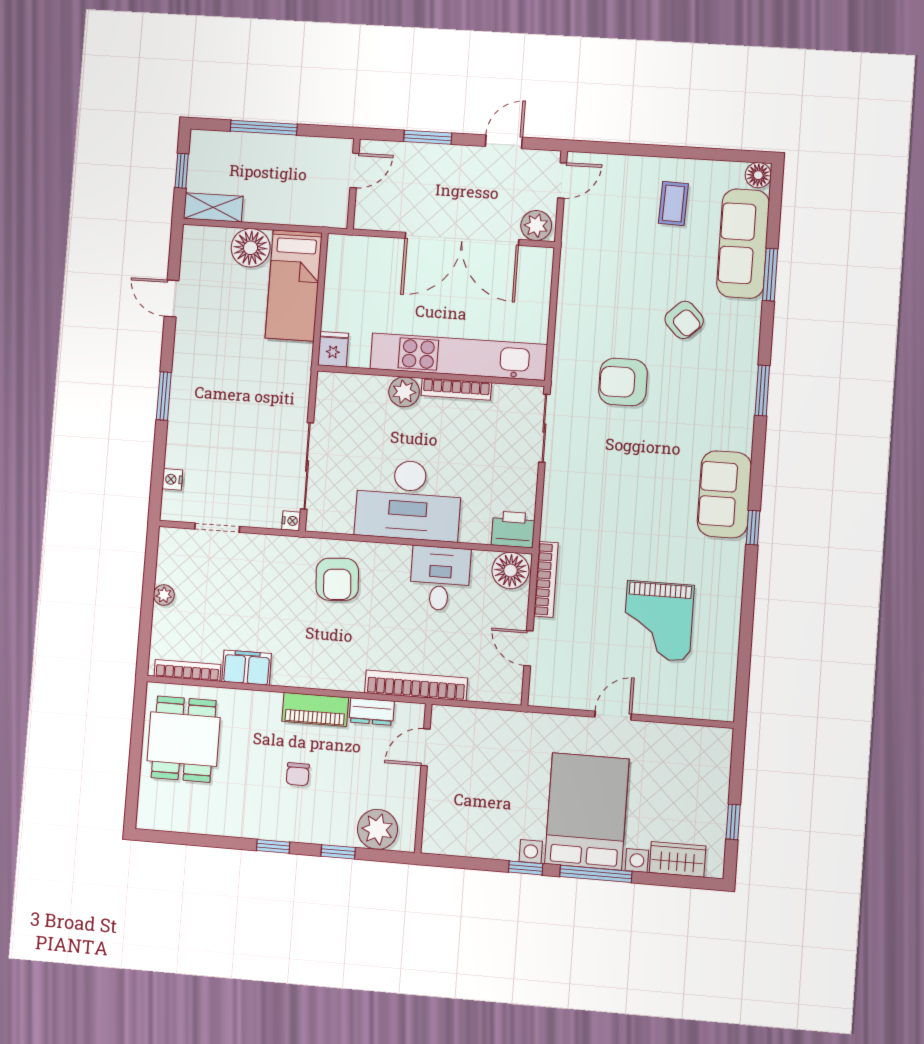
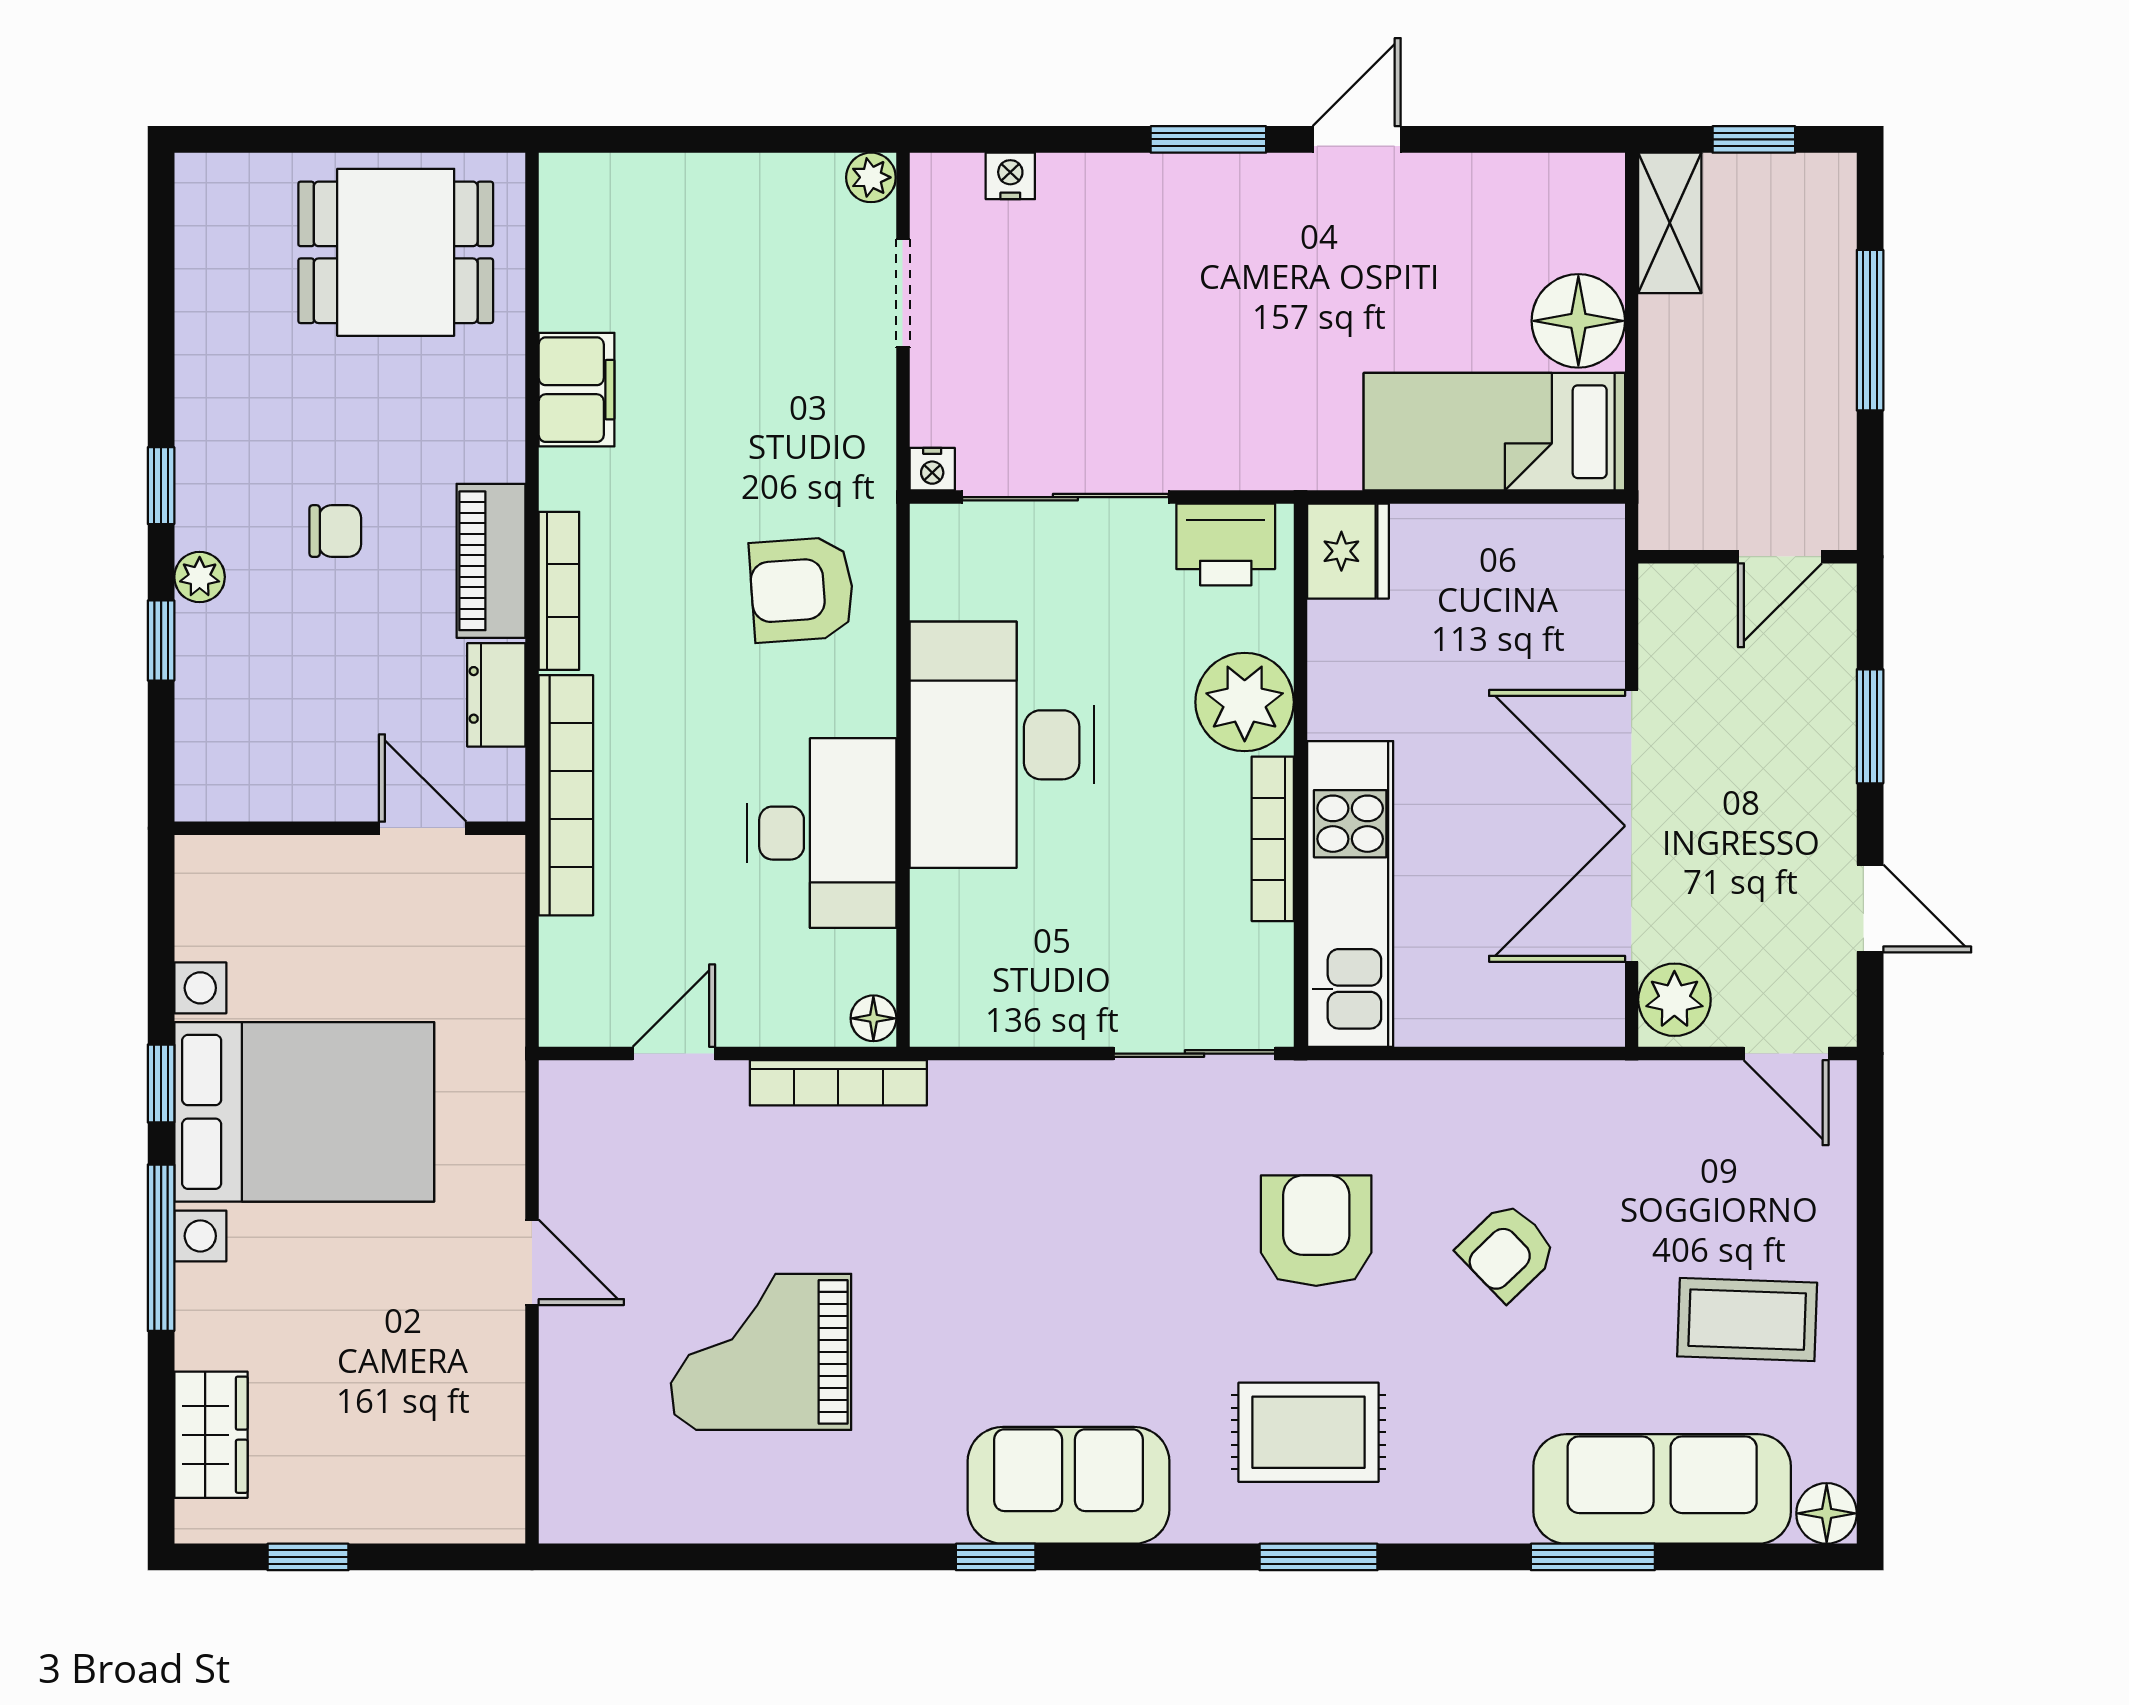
door: (354, 170) -> (1780, 557), hinge flipped
coffee table: (673, 203) -> (1747, 1320), width x1.36, depth x1.30
door: (172, 298) -> (1357, 139), moved
armchair: (684, 320) -> (1507, 1251), moved
fridge: (333, 349) -> (1348, 551), width x1.38
kitchen unit: (459, 357) -> (1350, 894), width x0.73
rug: (709, 391) -> (1309, 1432), added
plant: (404, 392) -> (1245, 702), width x1.36, depth x1.36
printer: (513, 529) -> (1226, 545), moved, turned 90
floor lamp: (510, 570) -> (873, 1018), width x0.53, depth x0.53
desk: (440, 579) -> (822, 833), width x1.37
plant: (164, 595) -> (871, 177), moved
bookcase: (187, 670) -> (559, 591), moved
chair: (298, 774) -> (335, 531), turned 180
bed with nightstands: (587, 811) -> (304, 1112), moved
plant: (377, 829) -> (200, 577), moved, width x0.53, depth x0.53

